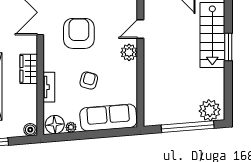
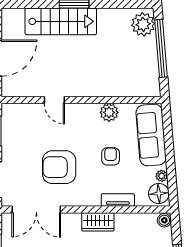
plant: (129, 52) -> (109, 112), moved
armchair: (89, 80) -> (111, 156), turned 75

